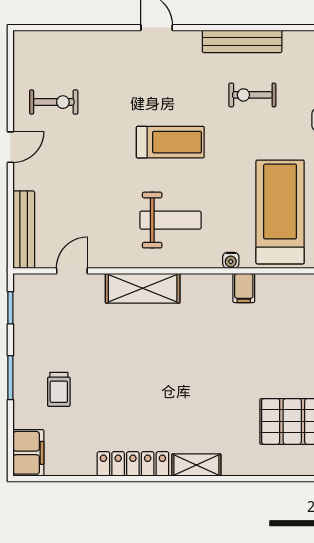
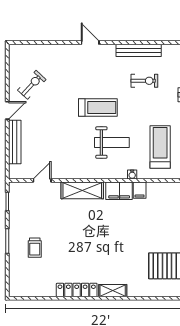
exercise bike: (252, 95) -> (144, 81), turned 180
exercise bike: (54, 102) -> (32, 85), turned -47
treadmill: (280, 212) -> (160, 147), width x0.73, depth x0.73
weight bench: (171, 220) -> (112, 143), moved
bench: (24, 230) -> (15, 142), moved
filing cabinet: (28, 453) -> (119, 191), moved, turned 90

